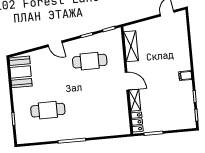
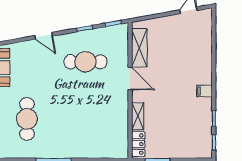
door: (127, 81) -> (130, 79), moved
cafe table: (48, 110) -> (27, 119), turned 90

